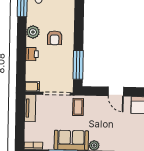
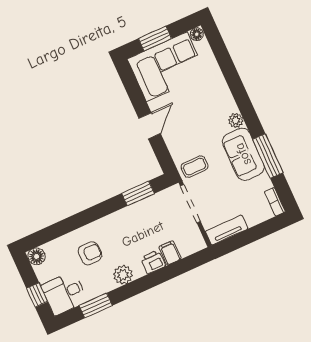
armchair: (55, 38) -> (90, 253), moved
window: (78, 65) -> (138, 193), width x0.69
filing cabinet: (32, 87) -> (170, 253), moved

